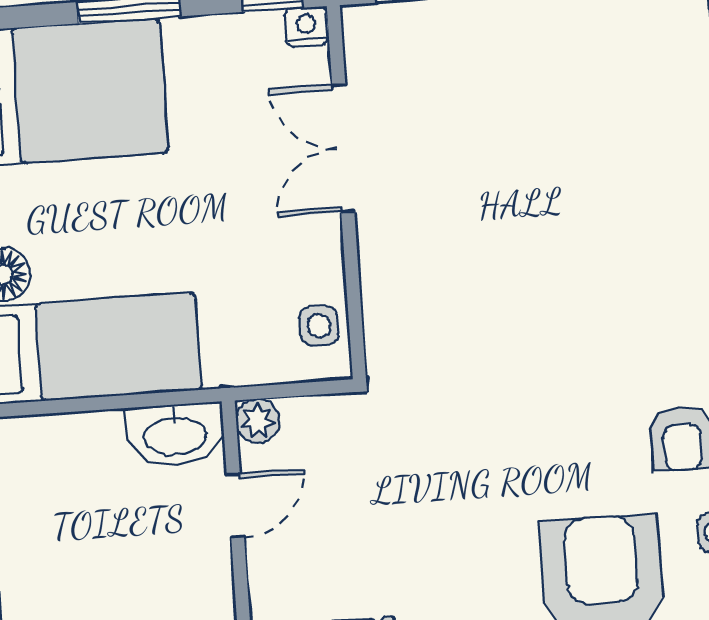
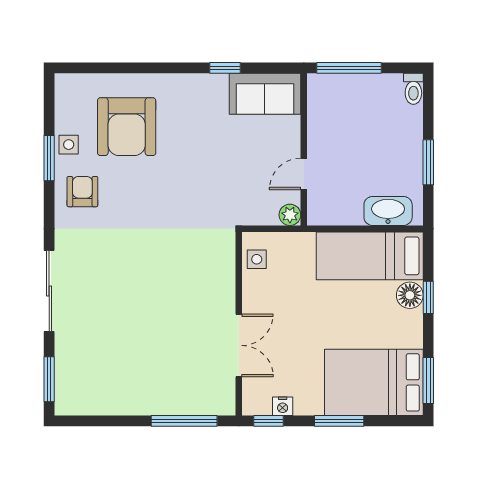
nightstand: (306, 27) -> (283, 406), moved
washbasin: (175, 434) -> (388, 211), moved

